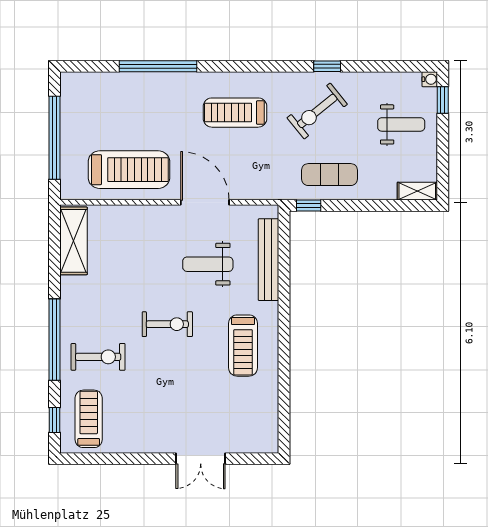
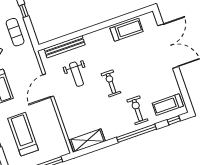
treadmill: (129, 170) -> (23, 134), moved
window: (309, 206) -> (24, 11), moved
treadmill: (243, 346) -> (127, 30), moved
double door: (201, 459) -> (168, 46), width x1.87

